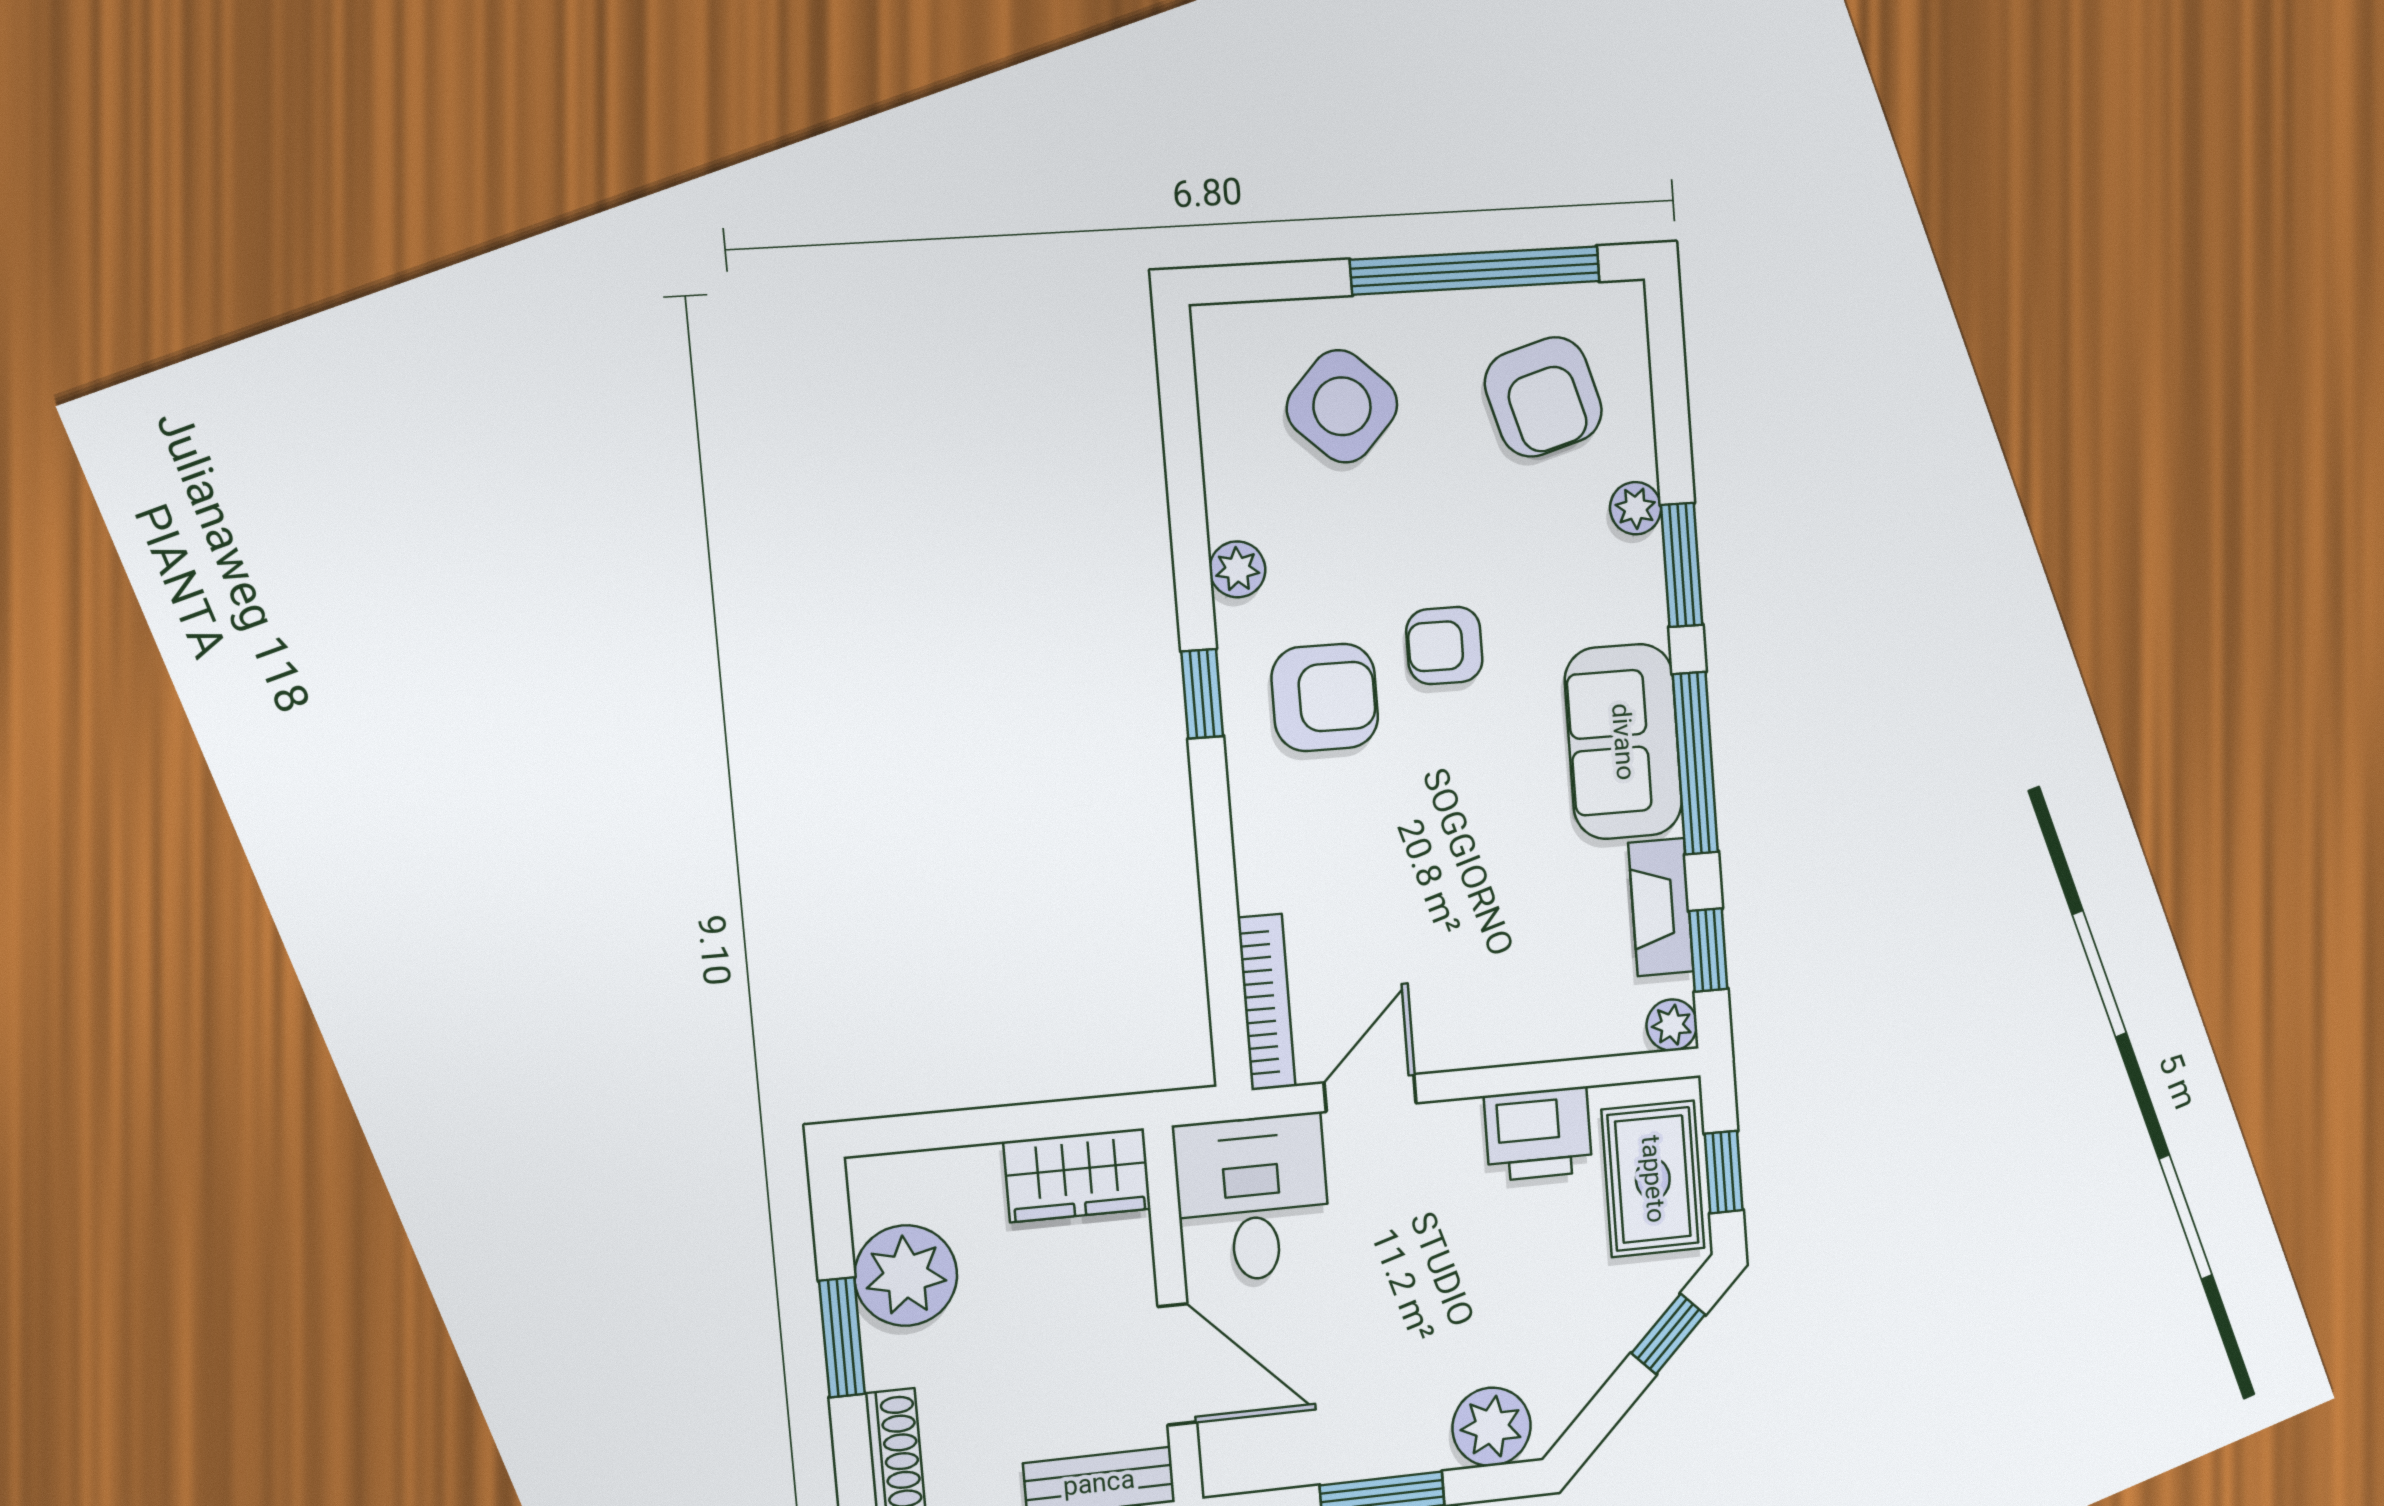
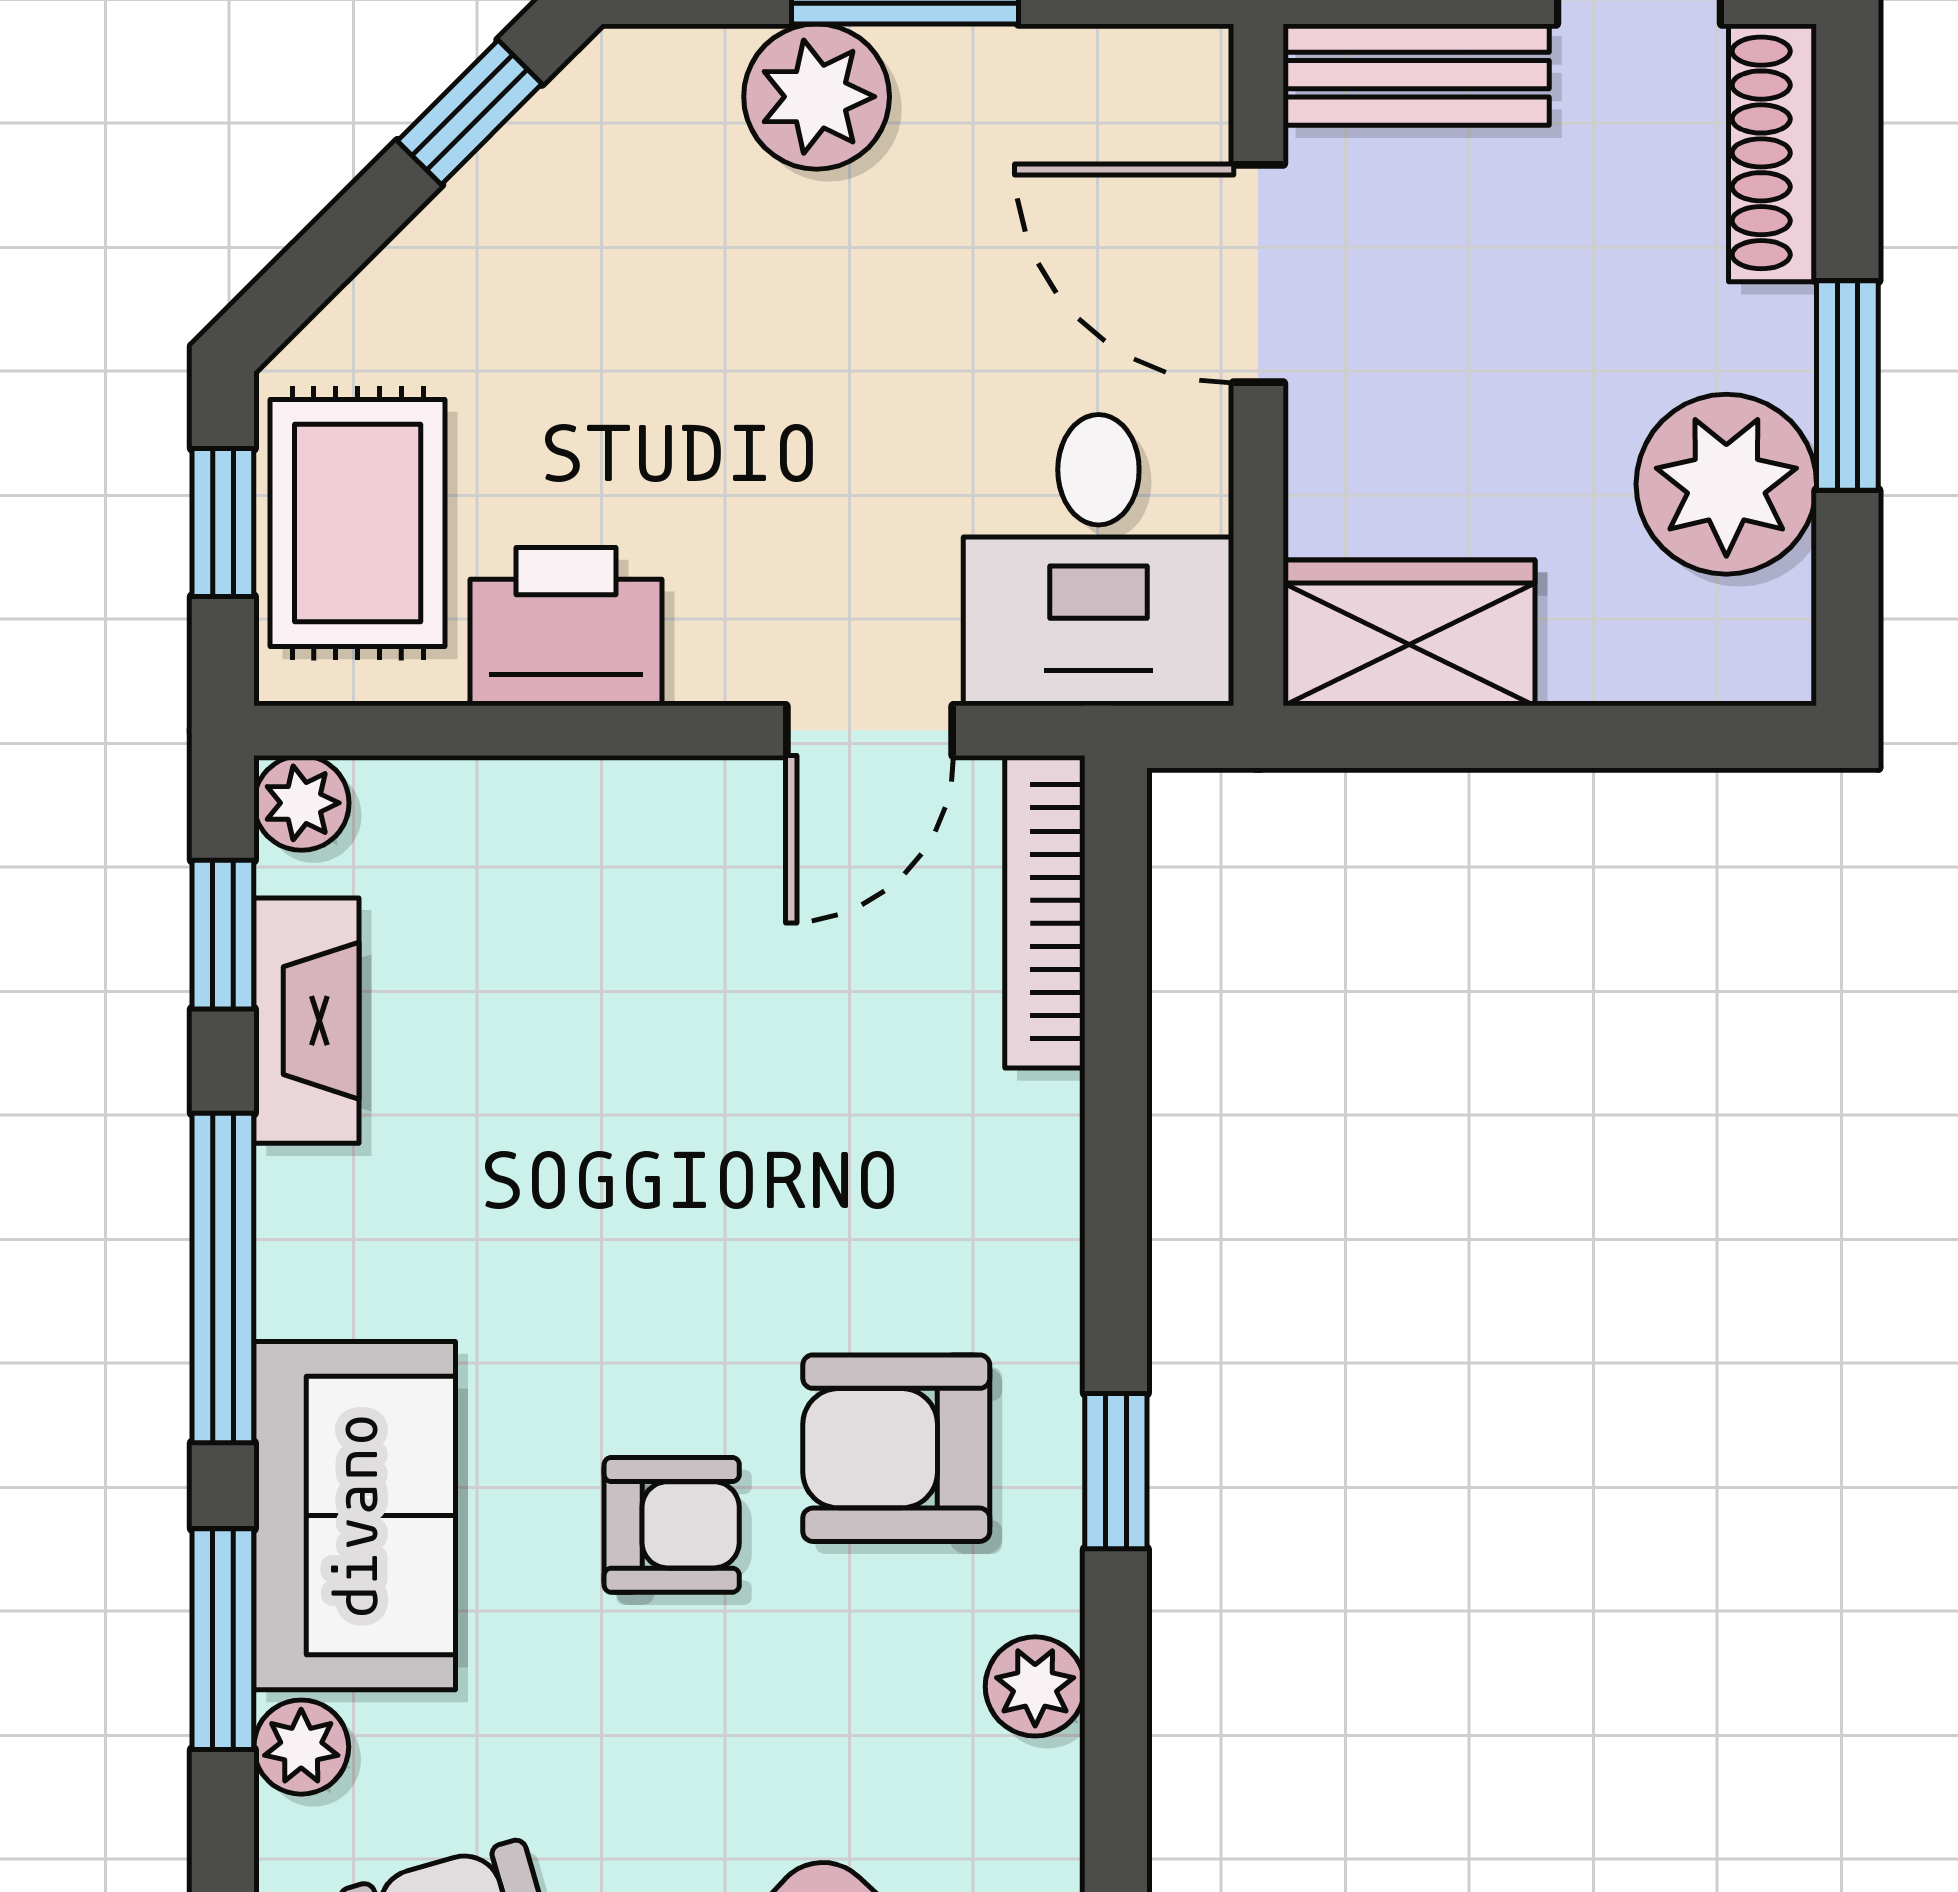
sofa: (1623, 742) -> (355, 1516), moved
window: (1668, 1334) -> (470, 112), moved
plant: (1492, 1427) -> (817, 97), moved

